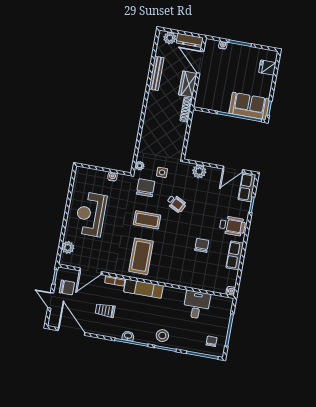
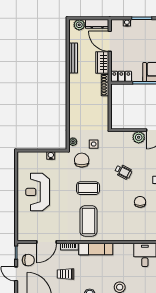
locker: (206, 103) -> (121, 76), added
plant: (199, 171) -> (139, 137), moved
wheelchair: (176, 204) -> (123, 172), moved
plant: (68, 247) -> (23, 225), removed

